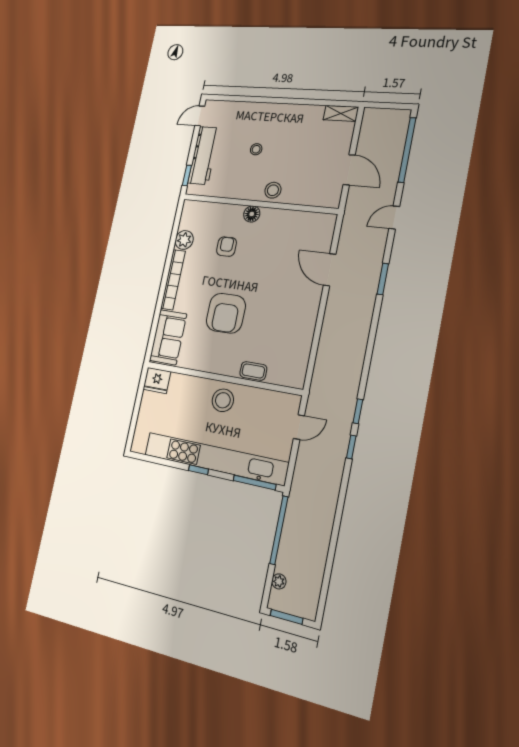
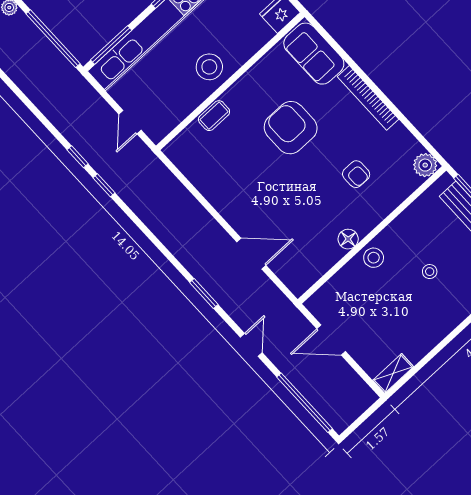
floor lamp: (252, 214) -> (348, 239), moved
plant: (184, 240) -> (425, 165), moved

